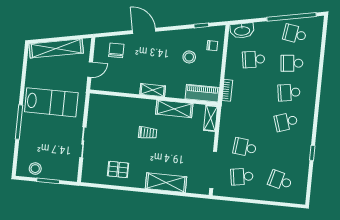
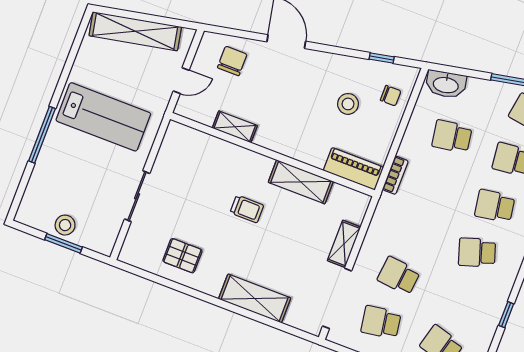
shelving: (153, 90) -> (235, 127), moved
shelving: (211, 118) -> (344, 244), moved
stool: (35, 169) -> (65, 225), moved

